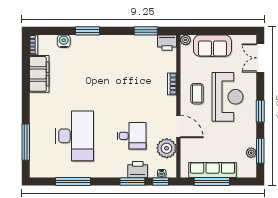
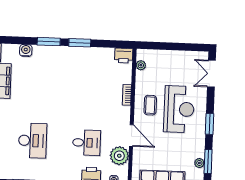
window: (146, 31) -> (80, 43), moved
plant: (186, 40) -> (141, 65), moved
sofa: (212, 46) -> (167, 60), removed
desk: (75, 136) -> (33, 141), width x0.73, depth x0.77

